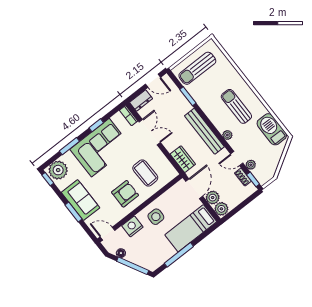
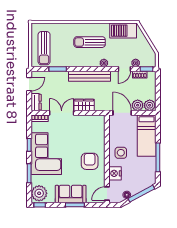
wardrobe: (183, 159) -> (84, 105), moved
coffee table: (145, 173) -> (86, 137), removed

